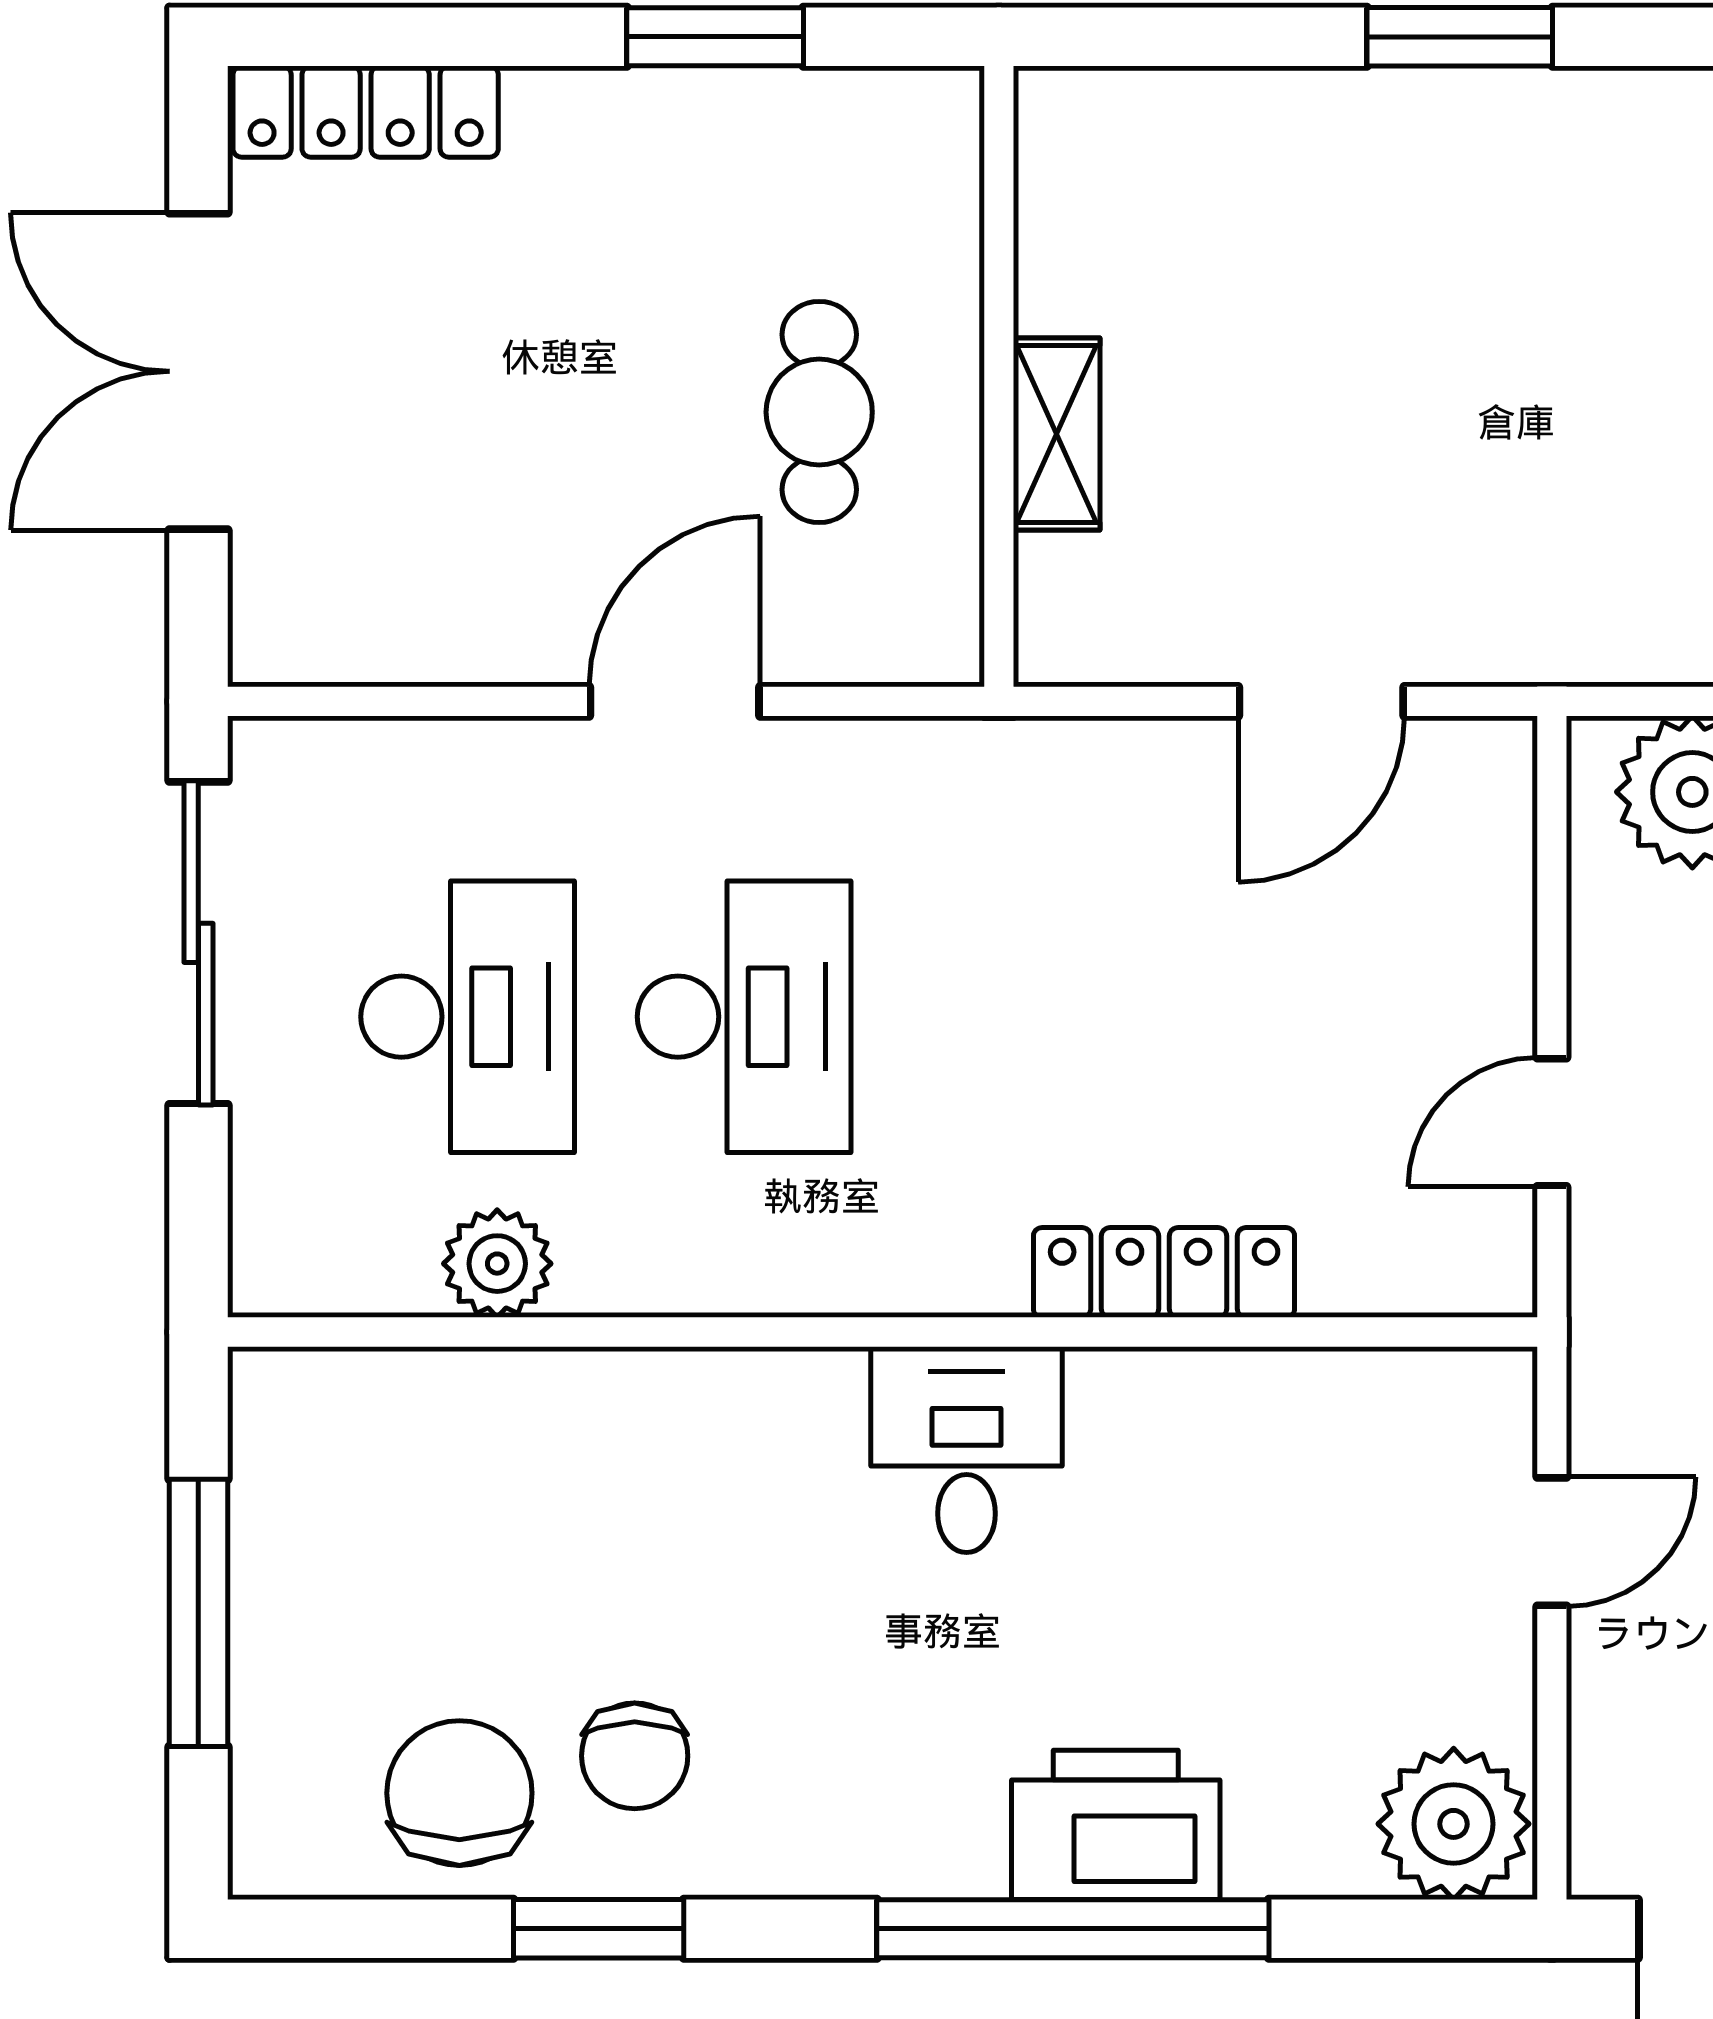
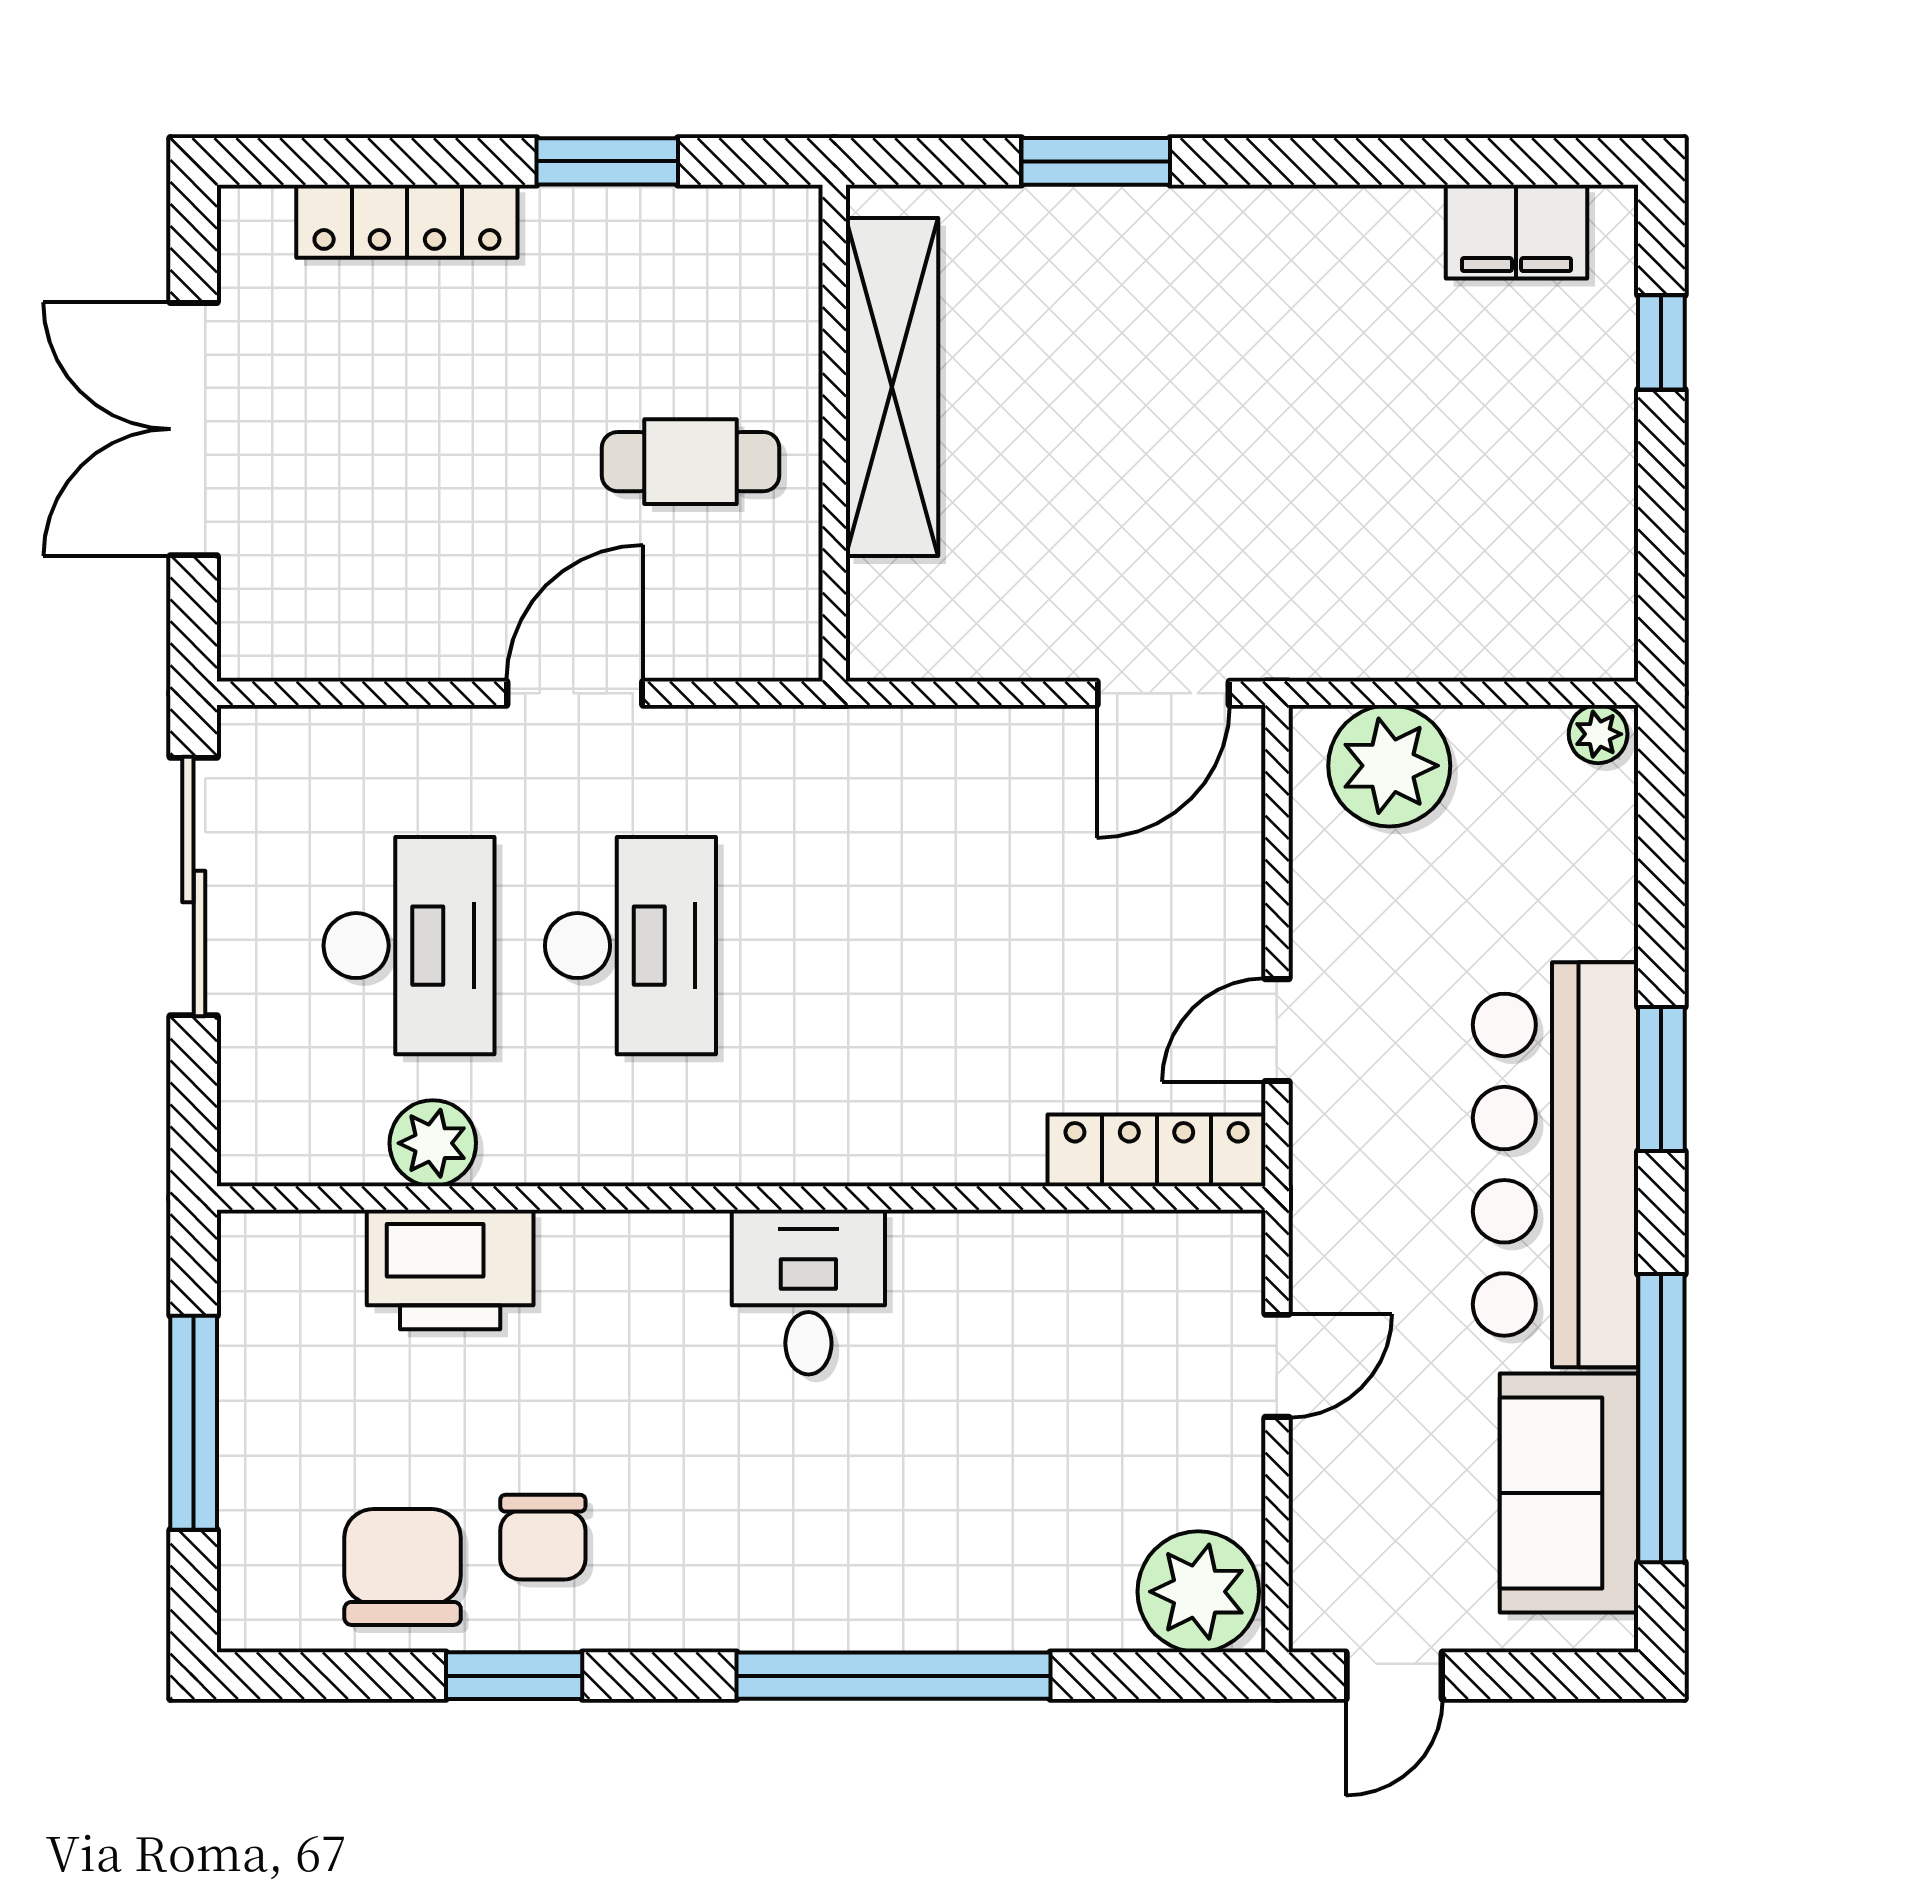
window: (1460, 37) -> (1096, 161), moved
locker: (366, 112) -> (407, 221), moved
cafe table: (819, 412) -> (691, 462), turned 90
shelving: (1057, 434) -> (892, 387), width x2.20, depth x1.33
door: (1321, 701) -> (1163, 693), moved
locker: (1164, 1272) -> (1157, 1150), moved
printer: (1116, 1825) -> (450, 1269), moved, turned 180

